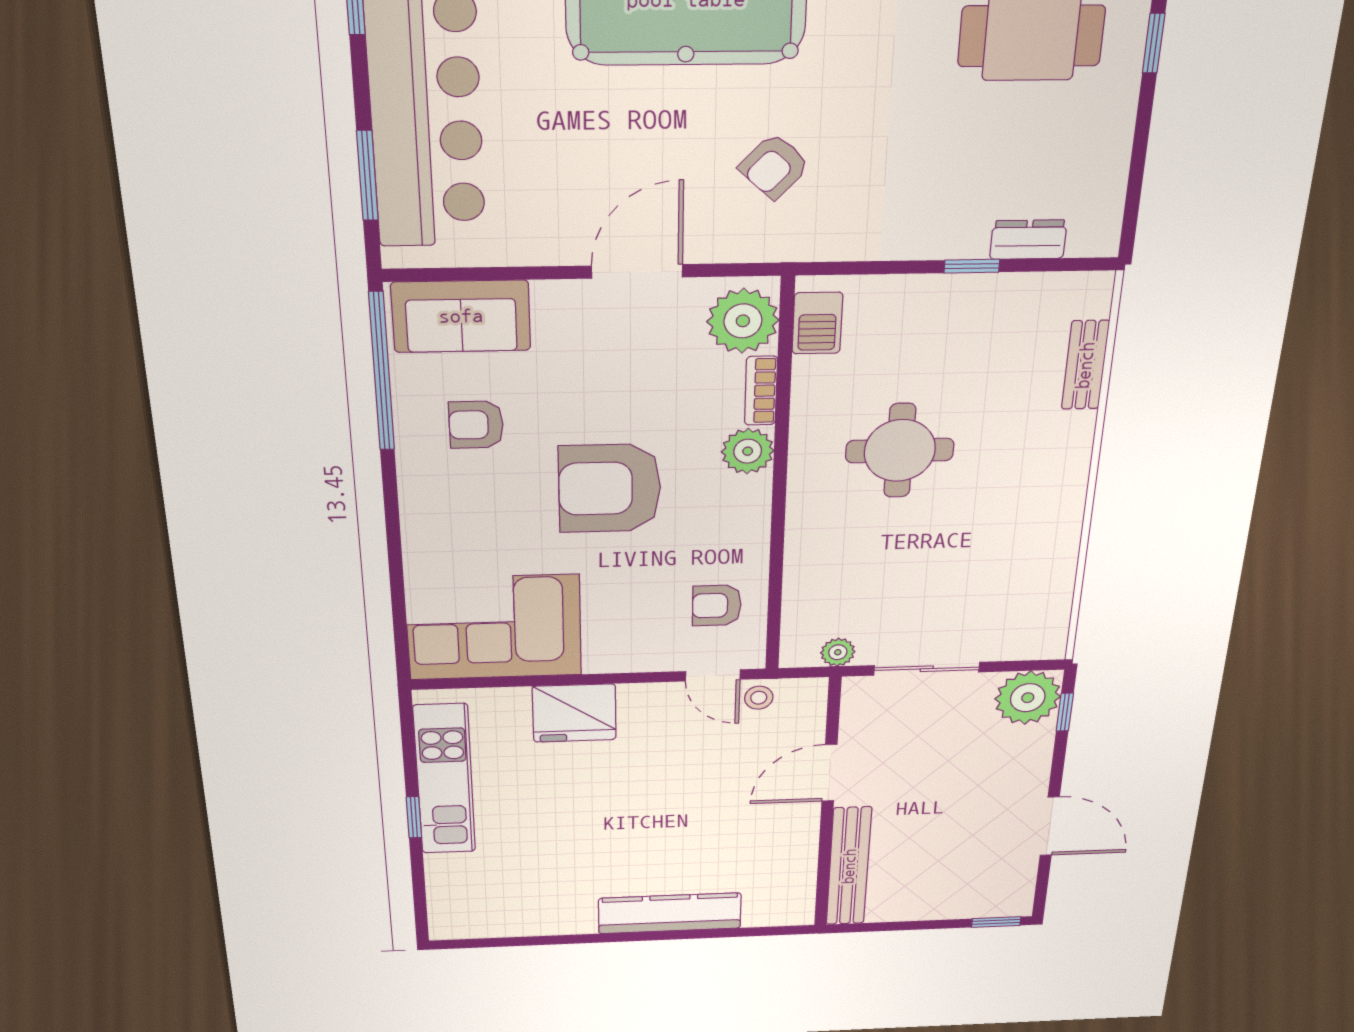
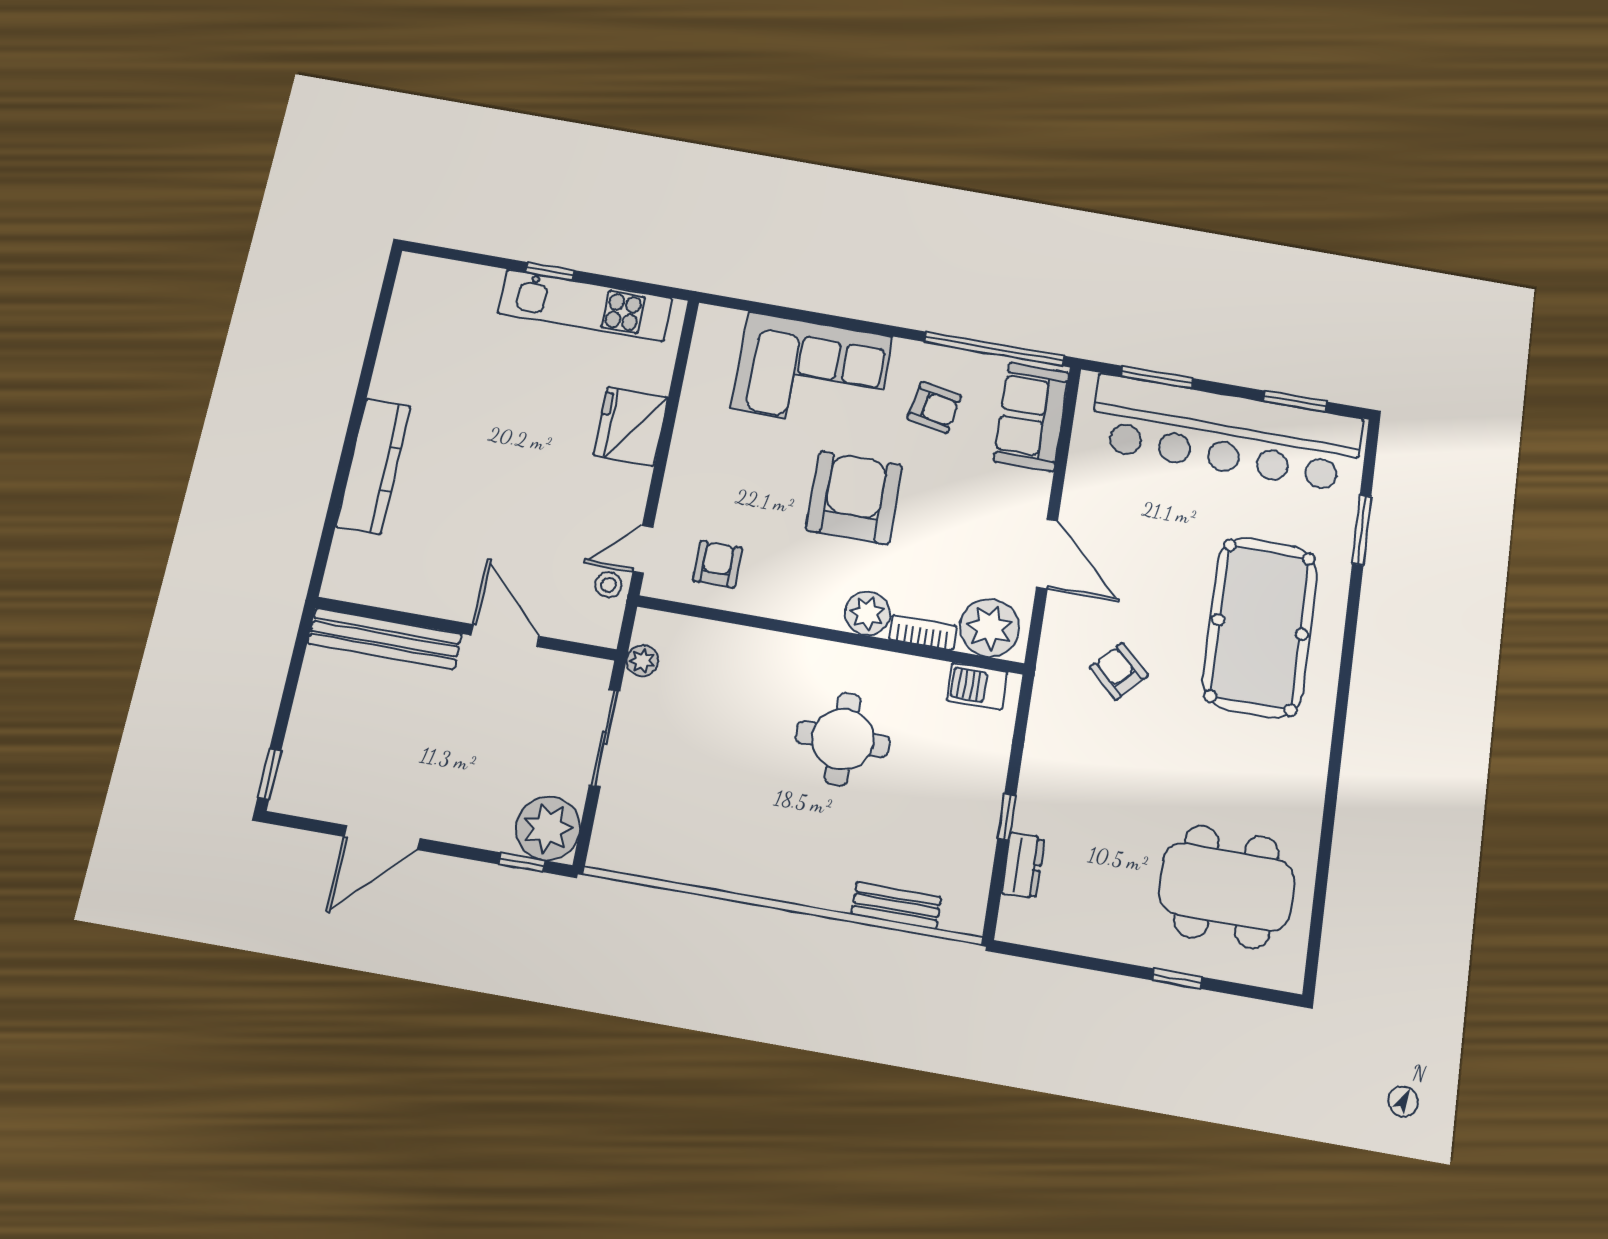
armchair: (476, 425) -> (934, 407), turned 101
corner sofa: (494, 627) -> (812, 372), moved, turned 90

